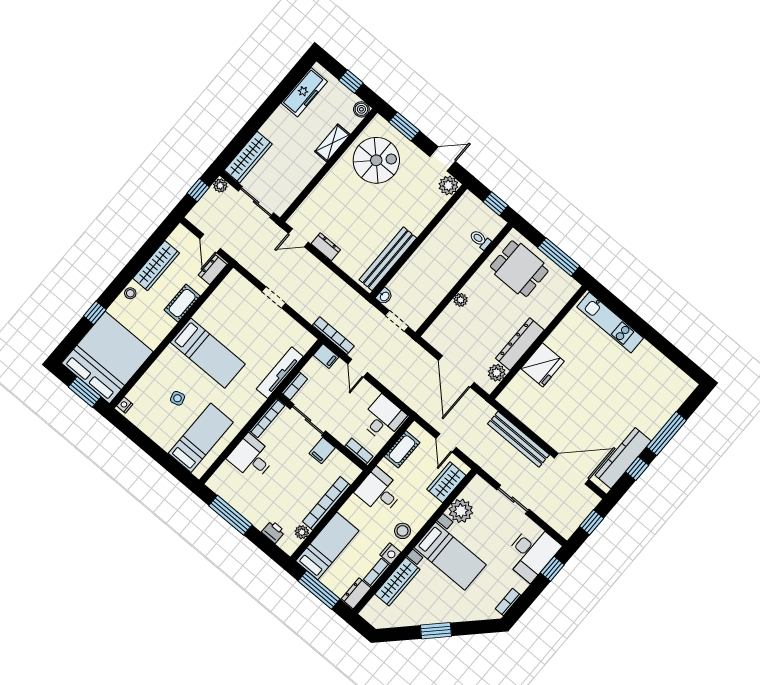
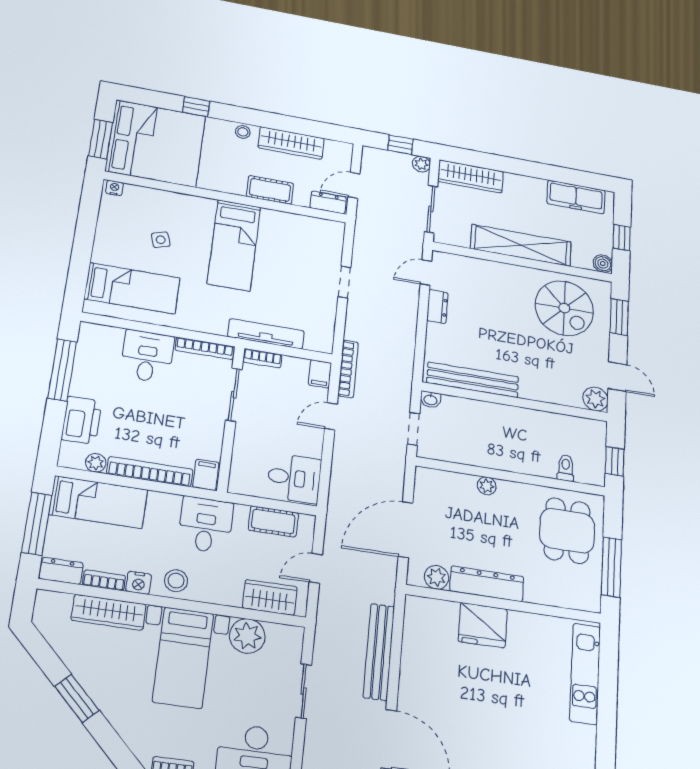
shelving: (332, 143) -> (521, 245), width x2.20, depth x1.33
door: (298, 238) -> (426, 273), hinge flipped
filing cabinet: (322, 451) -> (206, 475), moved, turned 90
bookcase: (359, 451) -> (237, 473), removed
printer: (273, 532) -> (82, 420), width x1.87, depth x1.48

